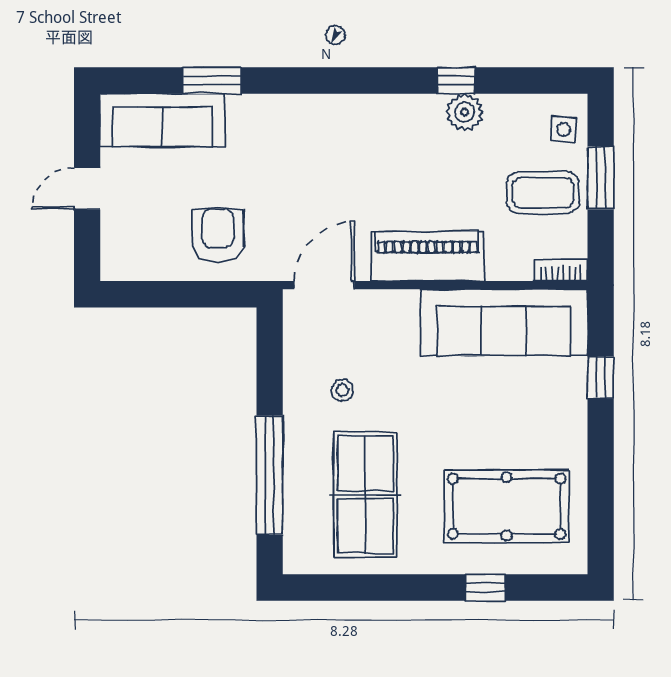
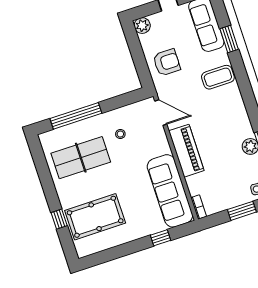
coffee table: (543, 193) -> (218, 77), moved, turned 90
plant: (119, 263) -> (142, 26), added
pool table: (507, 506) -> (95, 217), turned 90

